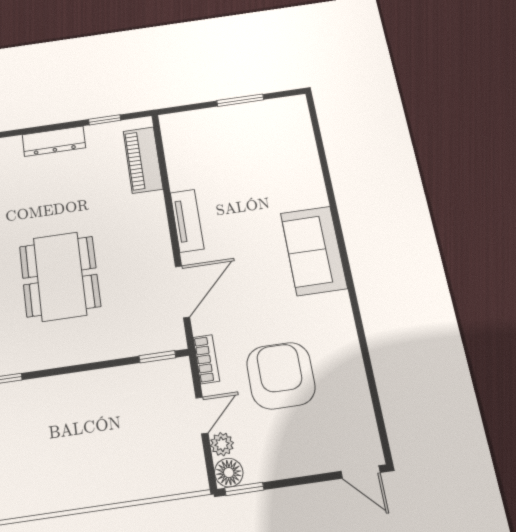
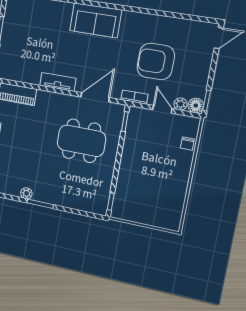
dining table: (60, 276) -> (81, 141), moved
door: (182, 292) -> (95, 97), hinge flipped
chair: (156, 481) -> (187, 143), added

